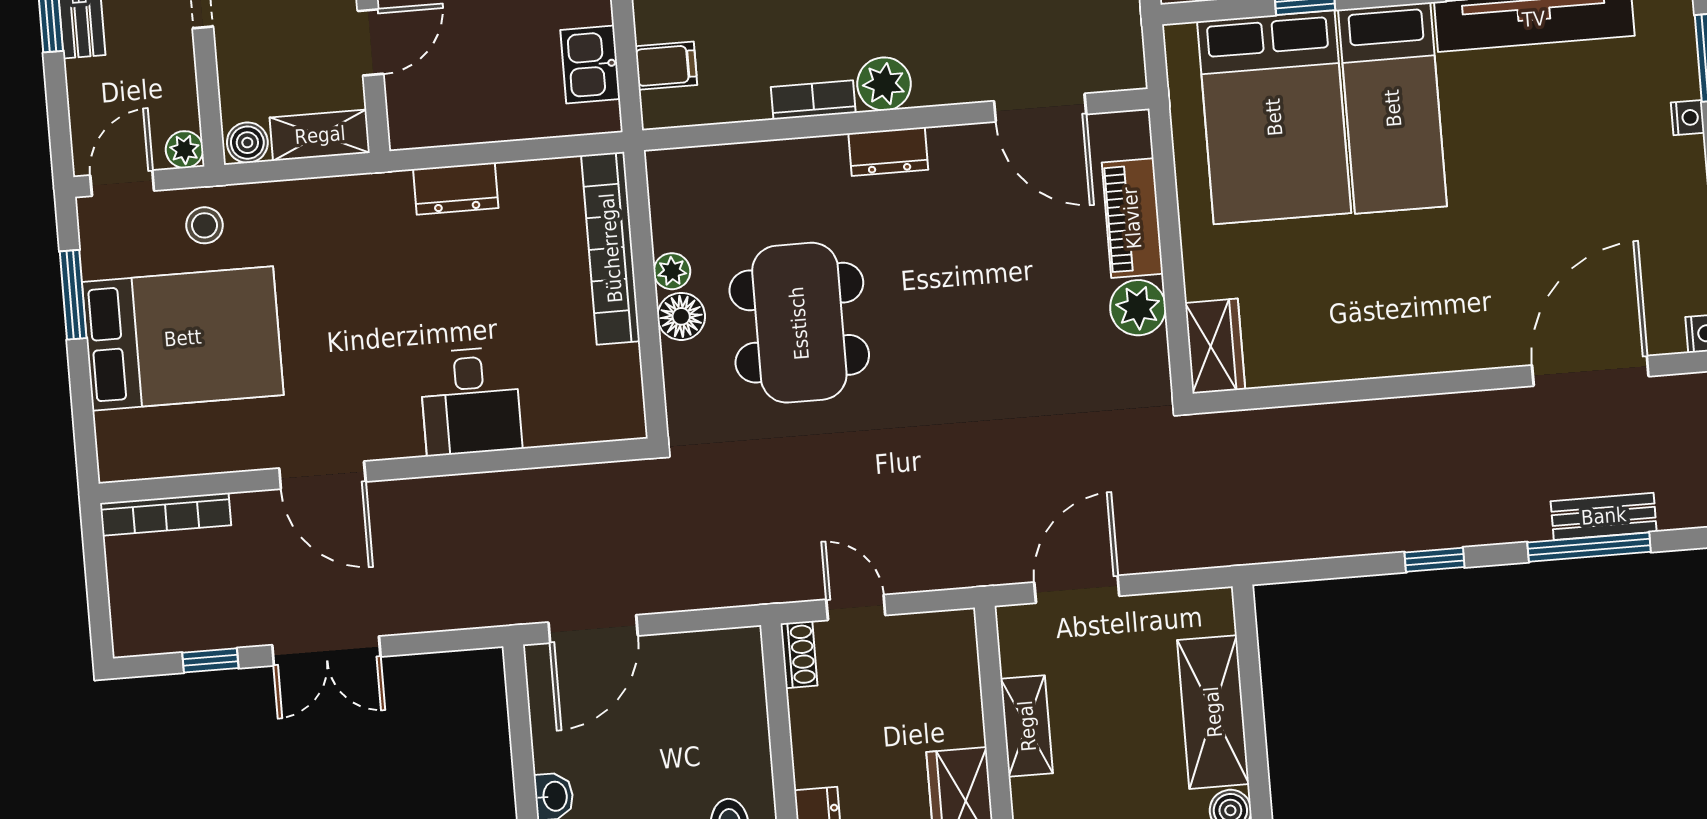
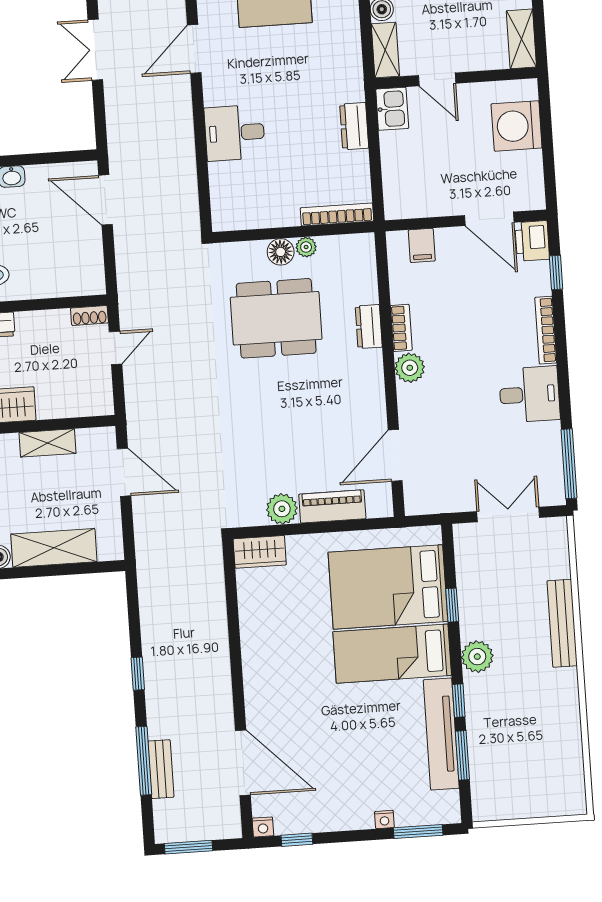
kitchen sink: (590, 65) -> (392, 109), moved, turned 90
dresser: (888, 152) -> (369, 327), moved
bookcase: (611, 248) -> (337, 214), width x0.68, depth x0.76

